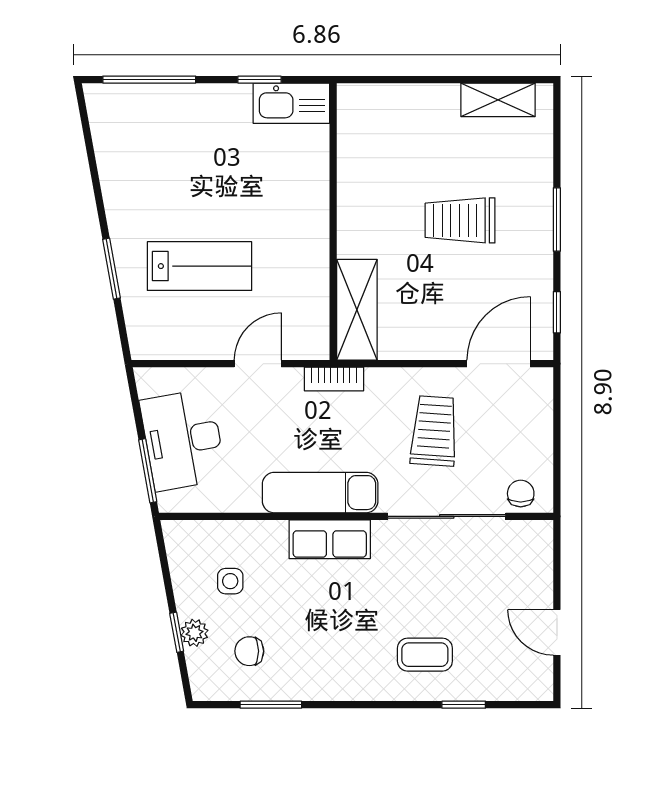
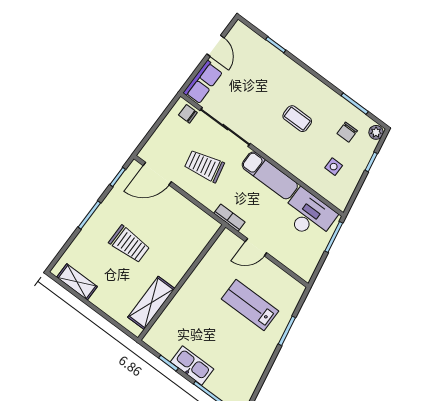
kitchen sink: (291, 103) -> (192, 366), moved
shelving: (357, 310) -> (151, 303), moved
trolley: (434, 431) -> (204, 166), turned 74
desk: (183, 440) -> (309, 215), moved, turned -80
chair: (521, 494) -> (188, 114), turned 90
row of seats: (330, 539) -> (203, 82), moved, turned 90
plant: (194, 633) -> (376, 132), moved
chair: (249, 651) -> (347, 132), turned 90
coffee table: (425, 655) -> (297, 119), moved

